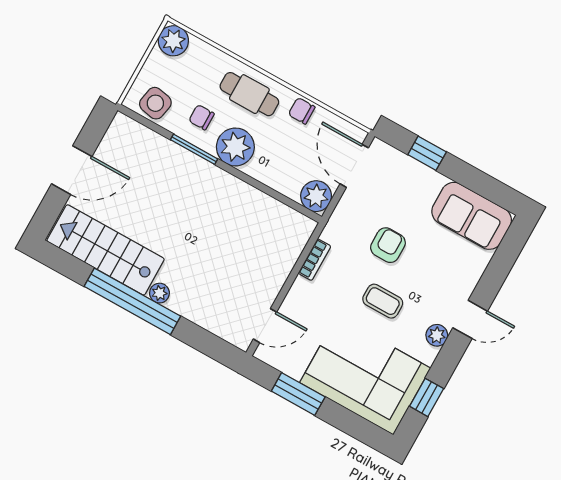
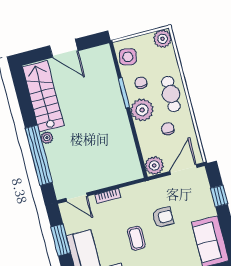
chair: (302, 111) -> (168, 129), moved
bookcase: (315, 260) -> (108, 196), moved
window: (132, 301) -> (39, 155), moved

